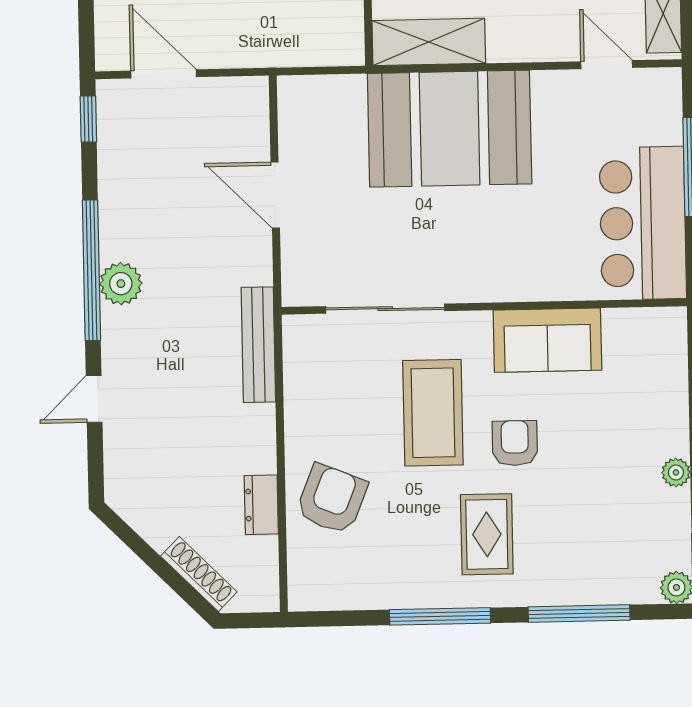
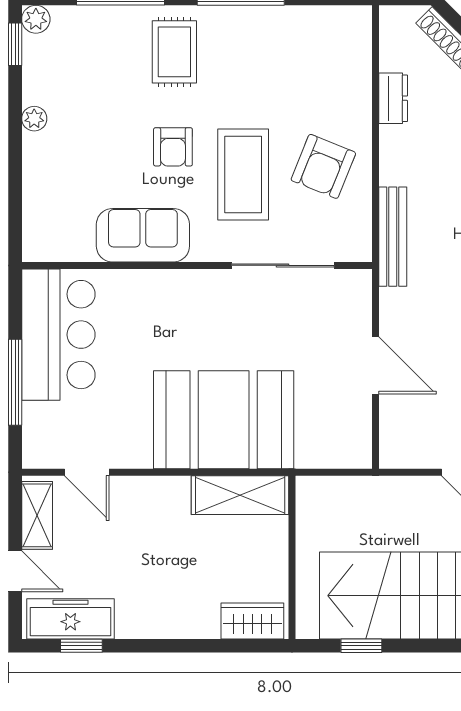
armchair: (332, 499) -> (323, 166), moved
rug: (487, 534) -> (174, 52), moved

